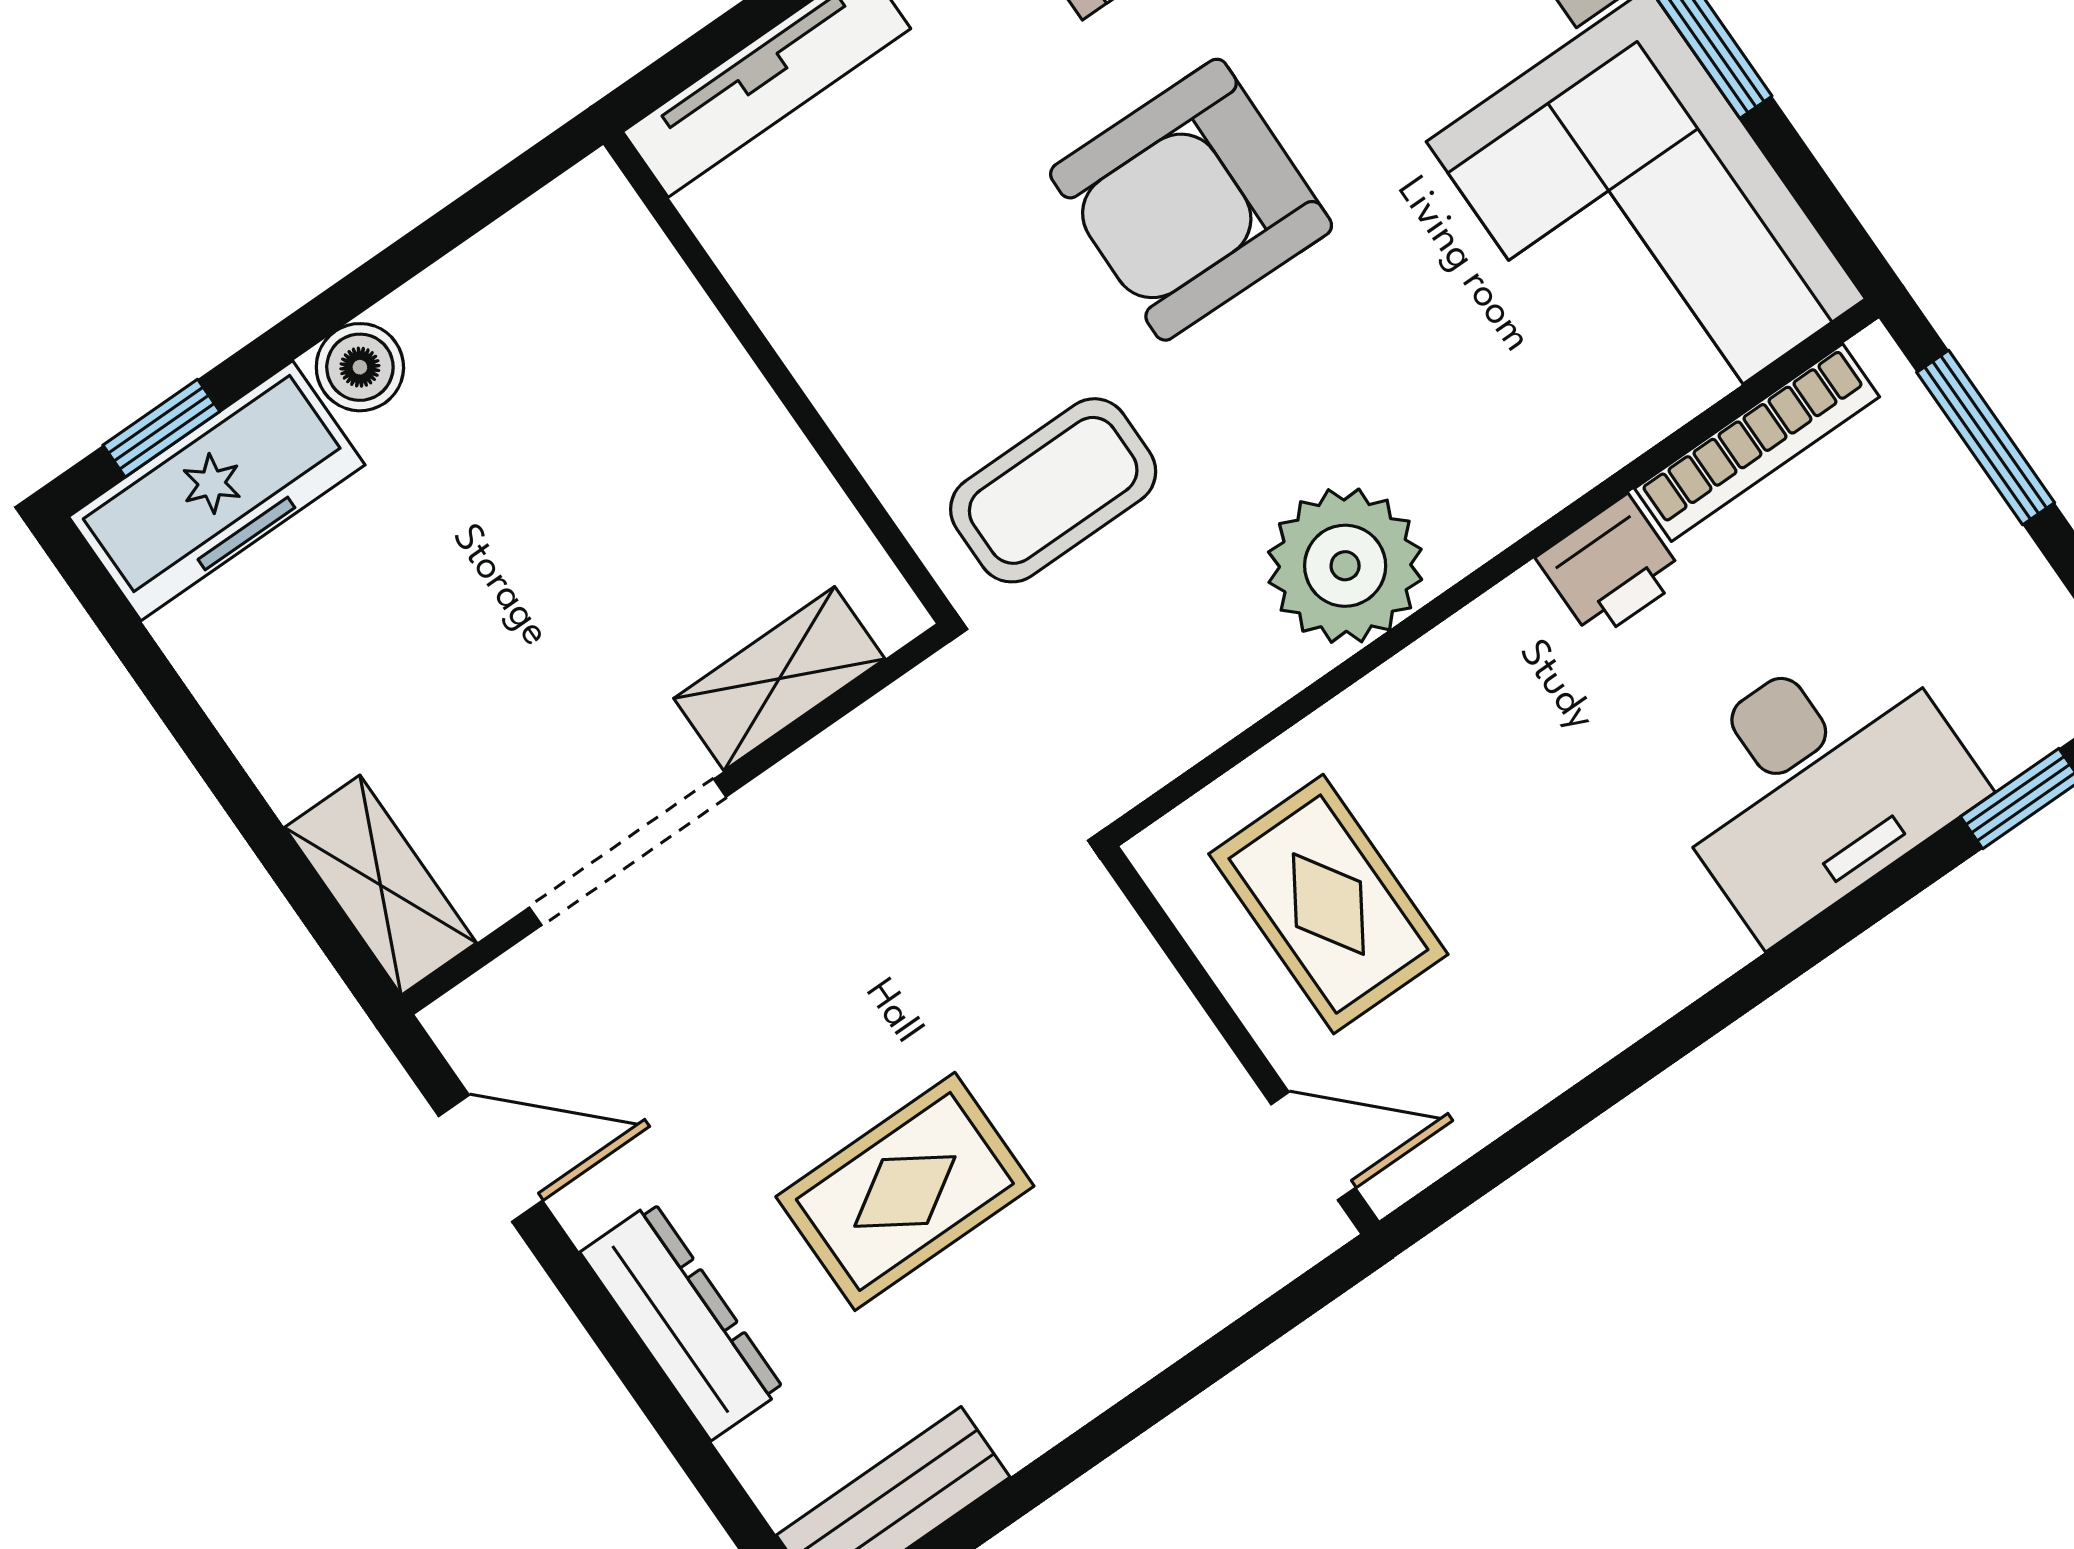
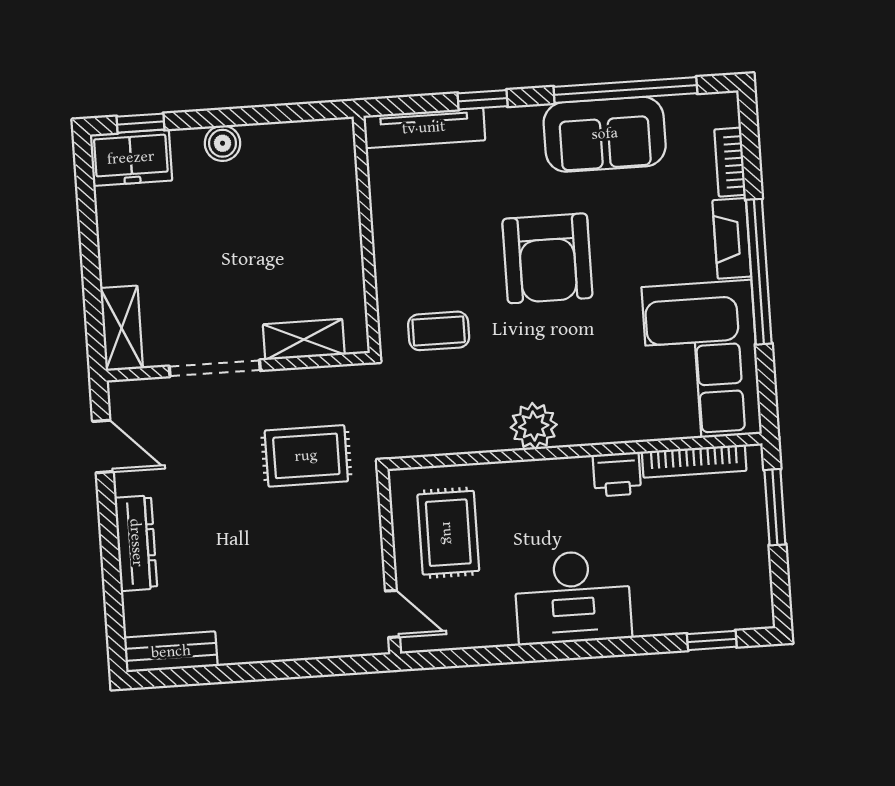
armchair: (1191, 200) -> (547, 258), turned -91
coffee table: (1053, 490) -> (439, 331), width x0.73, depth x0.77
freezer: (217, 491) -> (131, 158), width x0.71
plant: (1345, 566) -> (534, 426), width x0.73, depth x0.73
desk: (1818, 782) -> (573, 597), moved
rug: (905, 1191) -> (306, 456), moved

